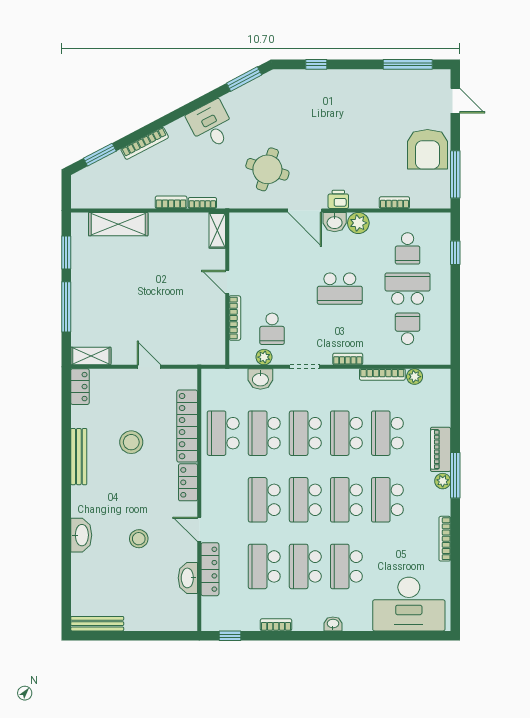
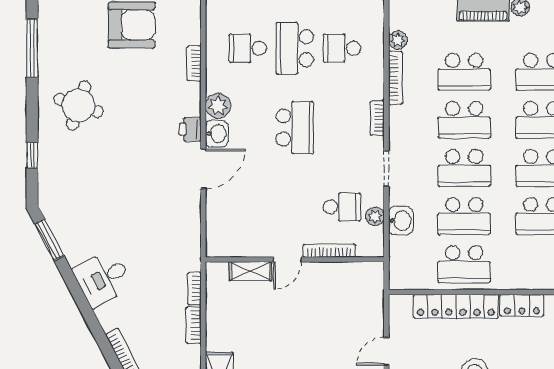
round table: (267, 169) -> (79, 105), moved
shelving: (217, 230) -> (251, 271), moved
school desk: (408, 248) -> (248, 48), turned 180

